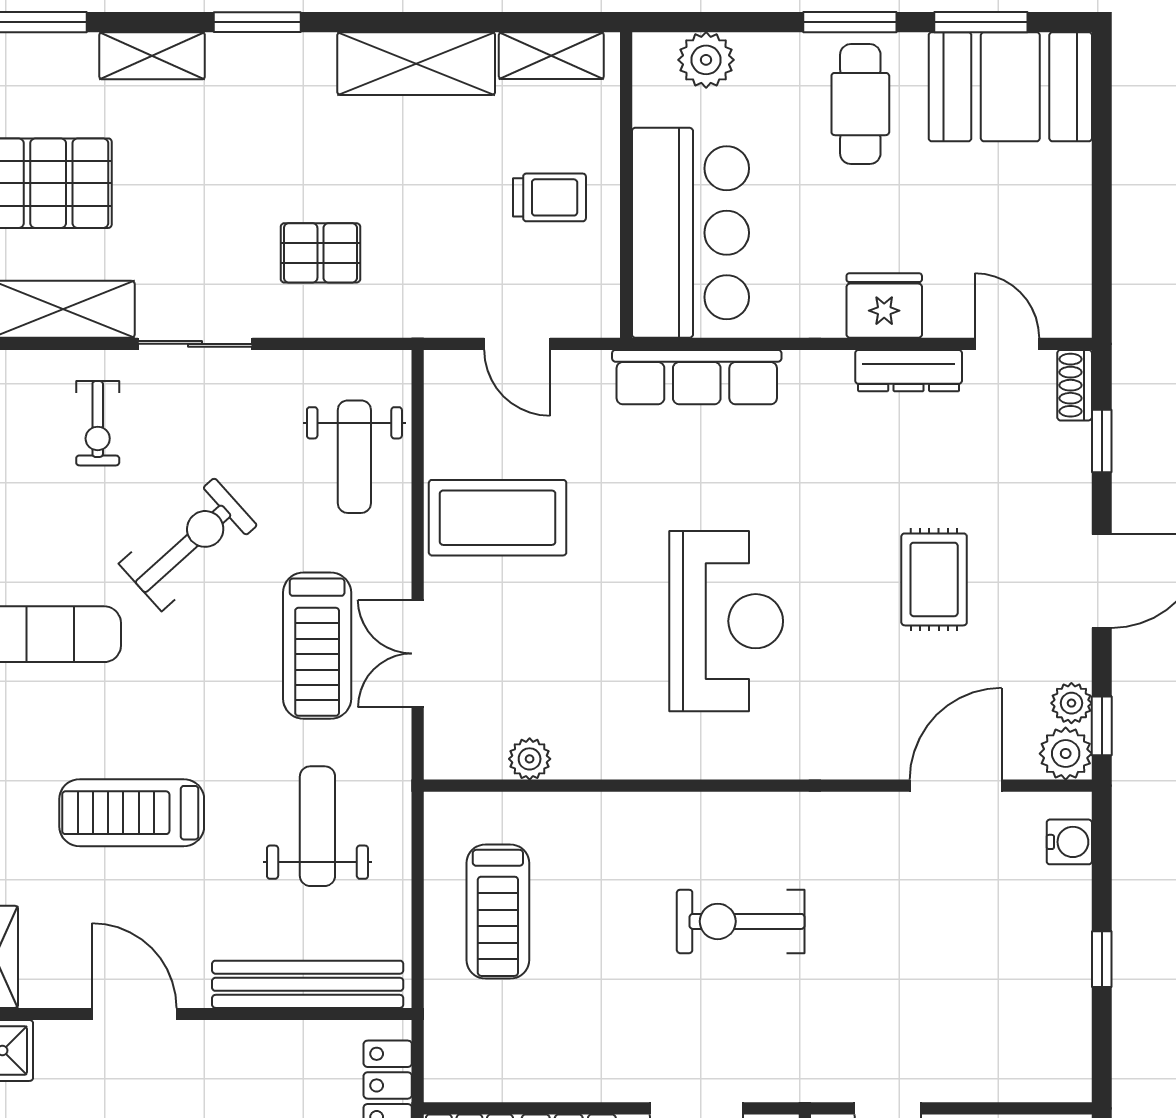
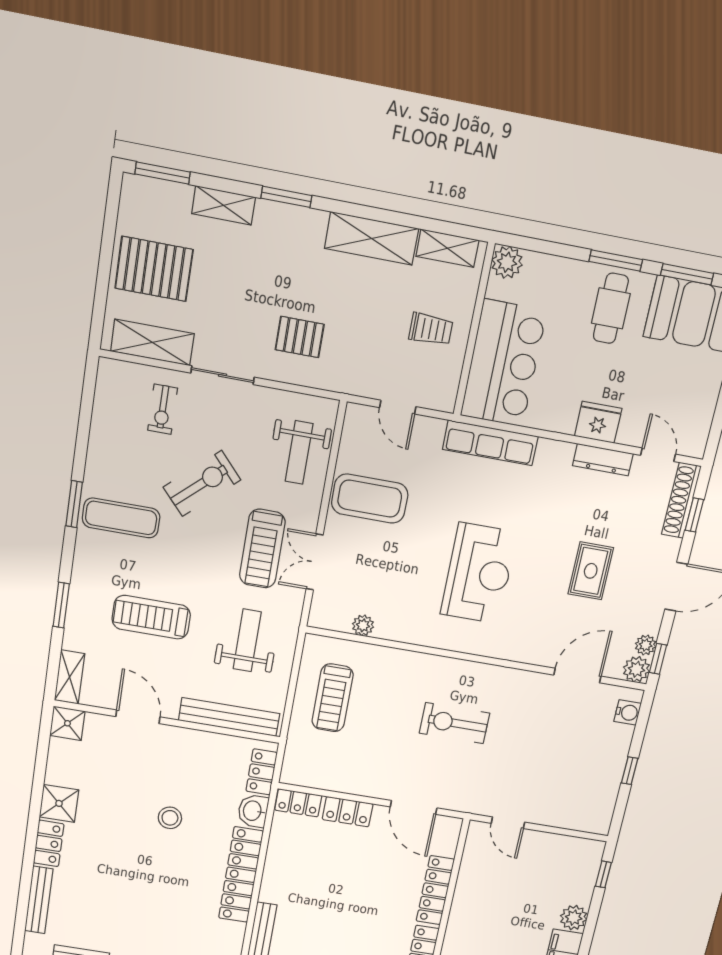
plant: (706, 60) -> (507, 262), moved
shoe rack: (1075, 385) -> (681, 500), width x1.94, depth x1.24

